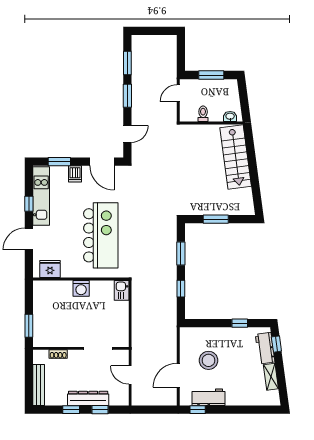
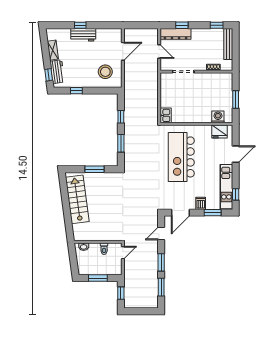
window: (181, 55) -> (121, 293), added
door: (178, 93) -> (123, 253), moved
stairs: (236, 157) -> (77, 199), moved
door: (102, 162) -> (180, 213), swing flipped
window: (29, 204) -> (236, 194), moved
washing machine: (81, 288) -> (218, 117), moved
window: (29, 326) -> (236, 99), moved
stool: (208, 360) -> (105, 72), moved
workbench: (208, 397) -> (83, 35), moved
dresser: (88, 398) -> (176, 34), moved
window: (71, 410) -> (217, 25), moved
window: (198, 410) -> (80, 25), moved

